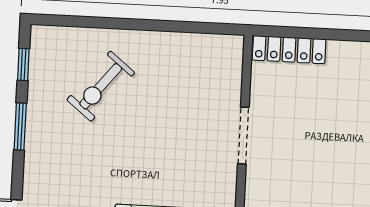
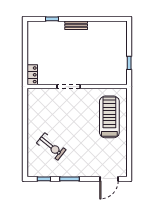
locker: (289, 50) -> (32, 75), width x0.66

